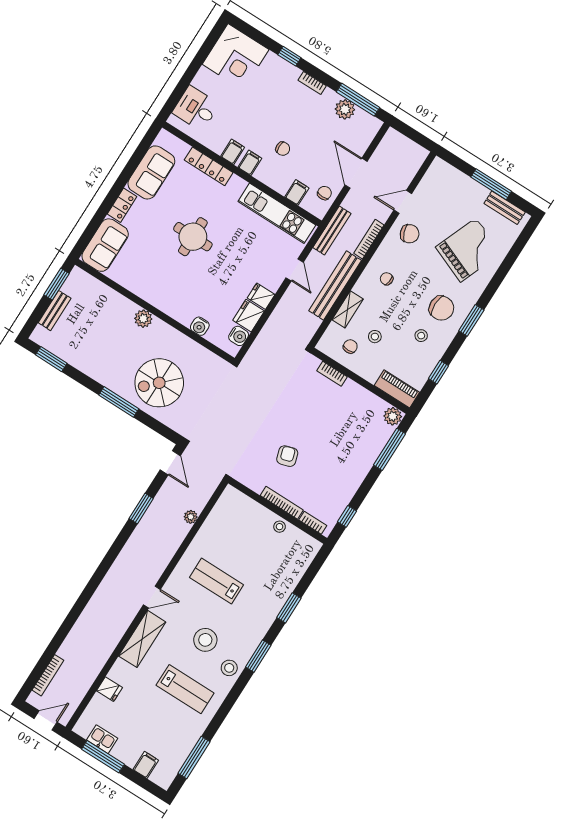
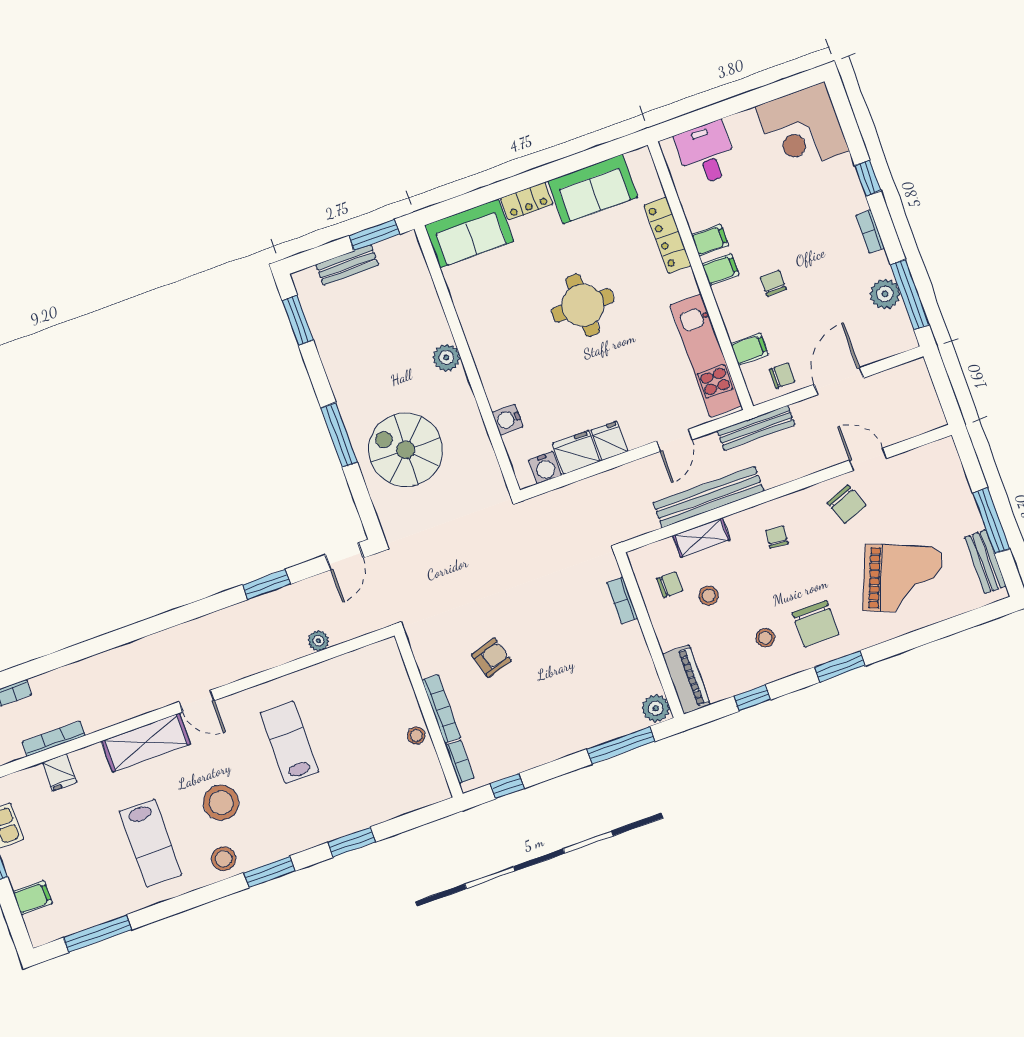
chair: (283, 149) -> (773, 283), turned 180
bookcase: (369, 239) -> (54, 739), moved

